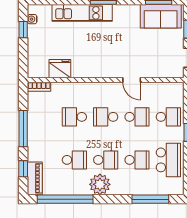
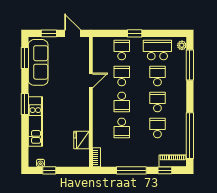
sofa: (161, 16) -> (38, 62), width x1.36
plant: (100, 184) -> (182, 45), moved, width x0.53, depth x0.53

